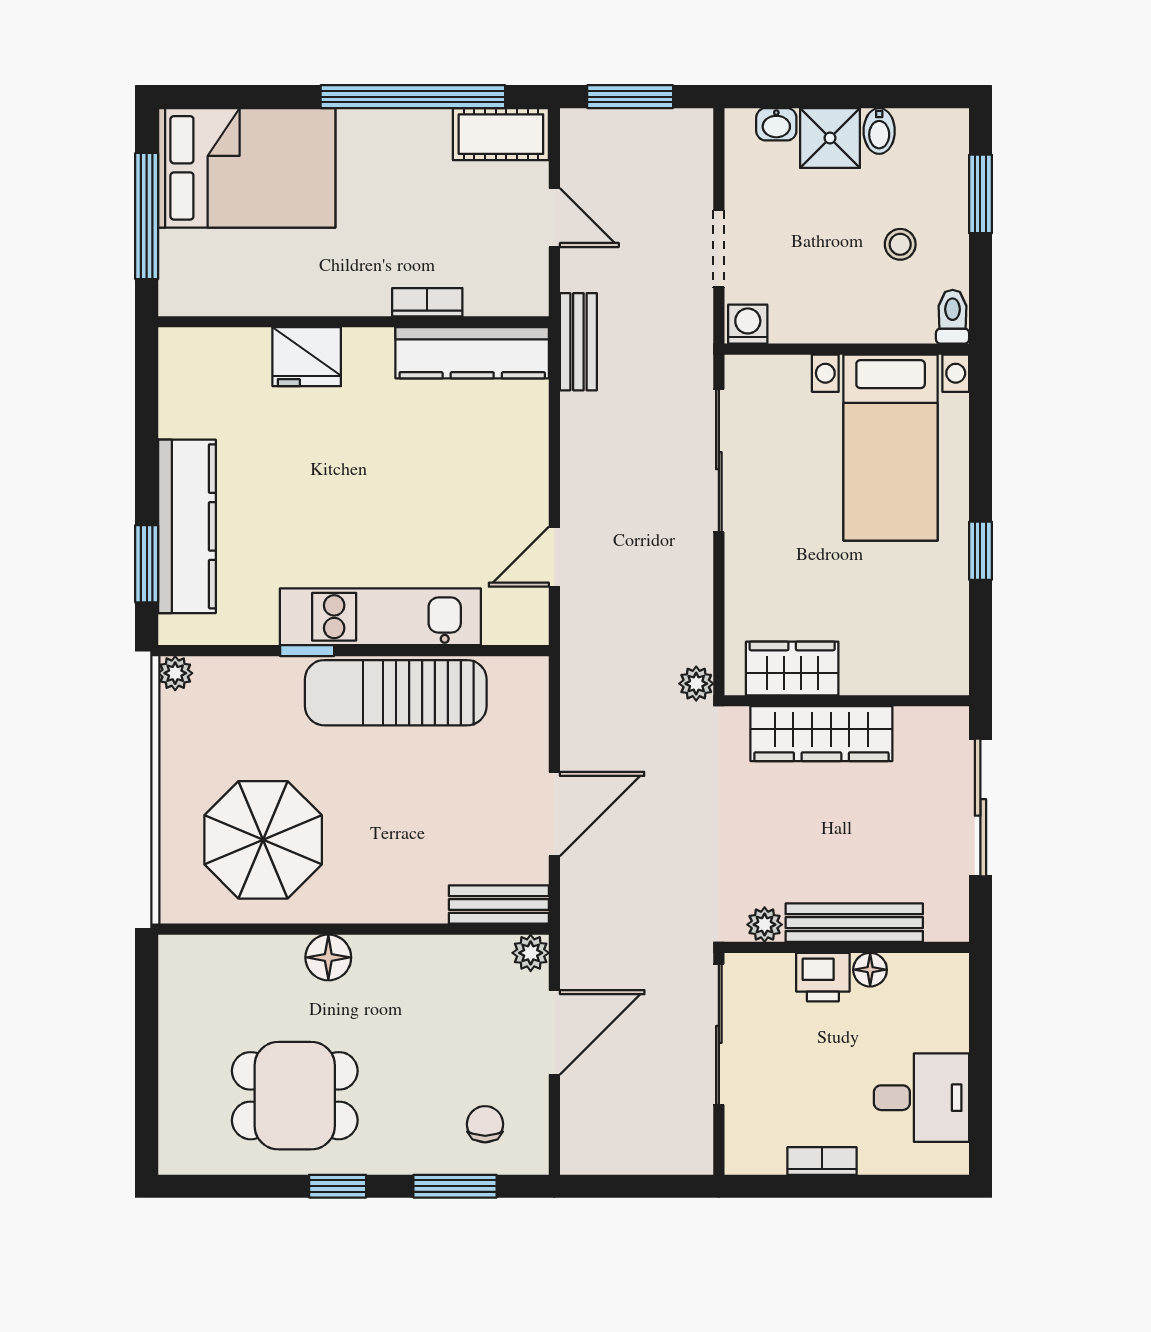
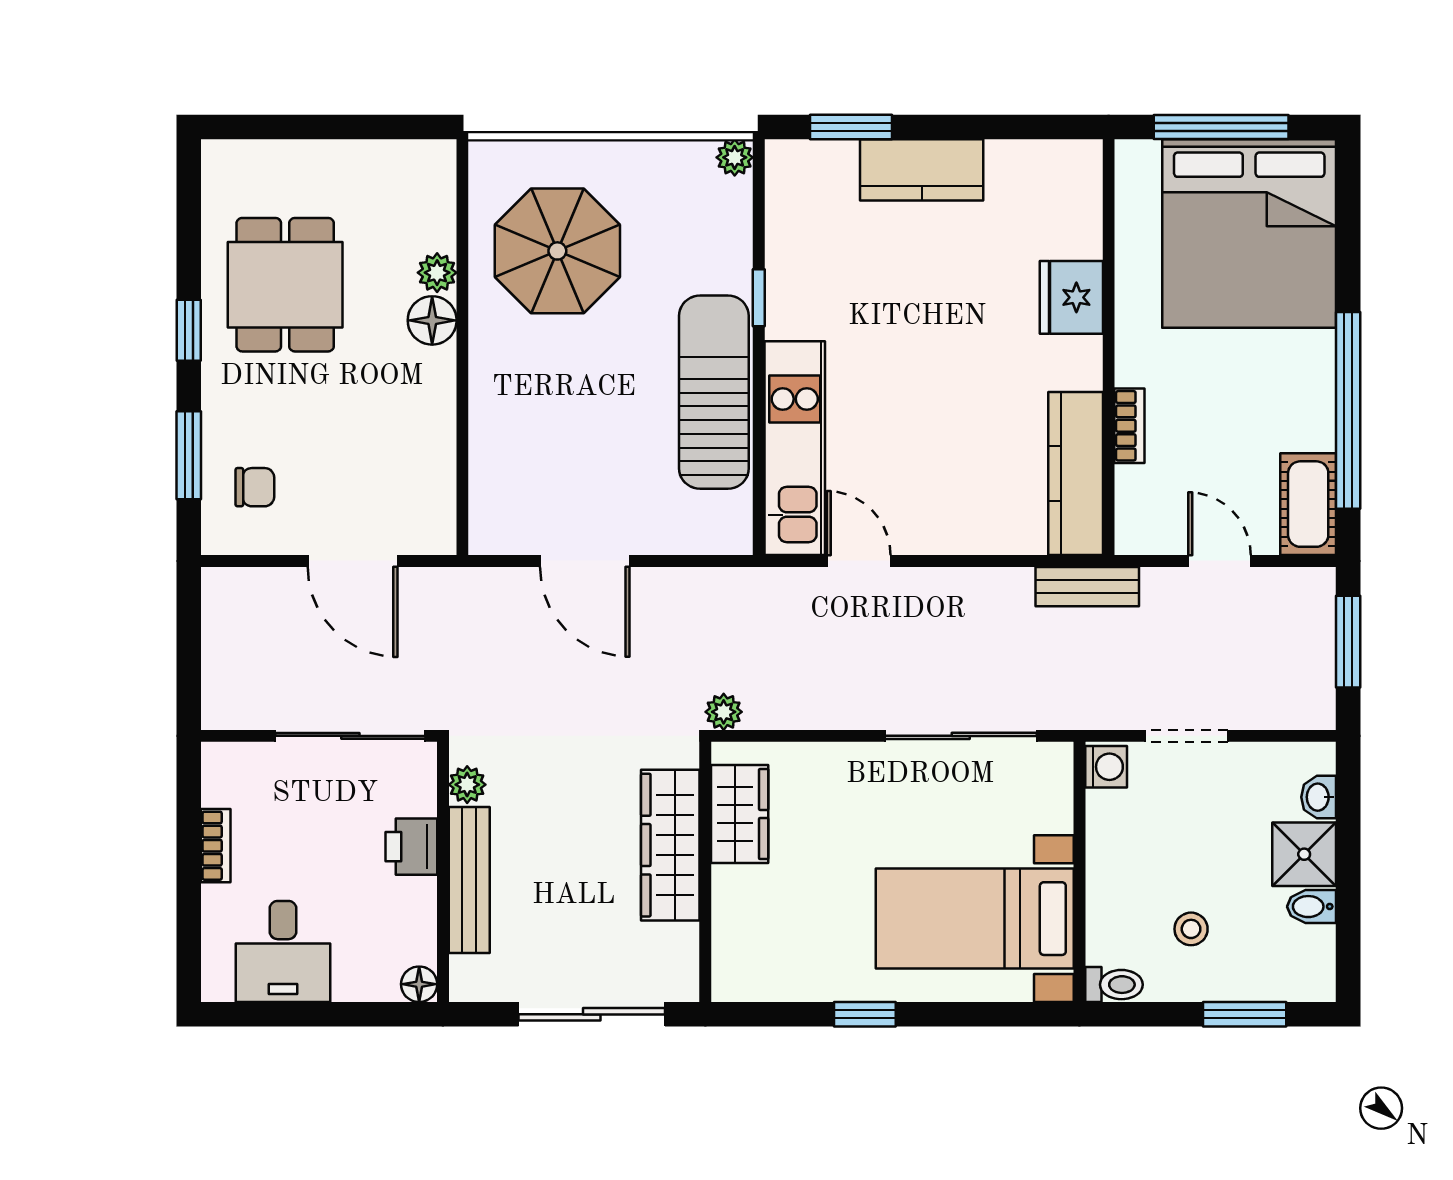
bed: (247, 168) -> (1249, 234), width x1.36
door: (554, 218) -> (1219, 561), swing flipped
kitchen counter: (187, 526) -> (922, 170), width x0.67
kitchen unit: (380, 617) -> (795, 448), moved
bench: (499, 904) -> (489, 502), removed
plant: (531, 953) -> (437, 273), moved
floor lamp: (870, 970) -> (419, 984), moved

